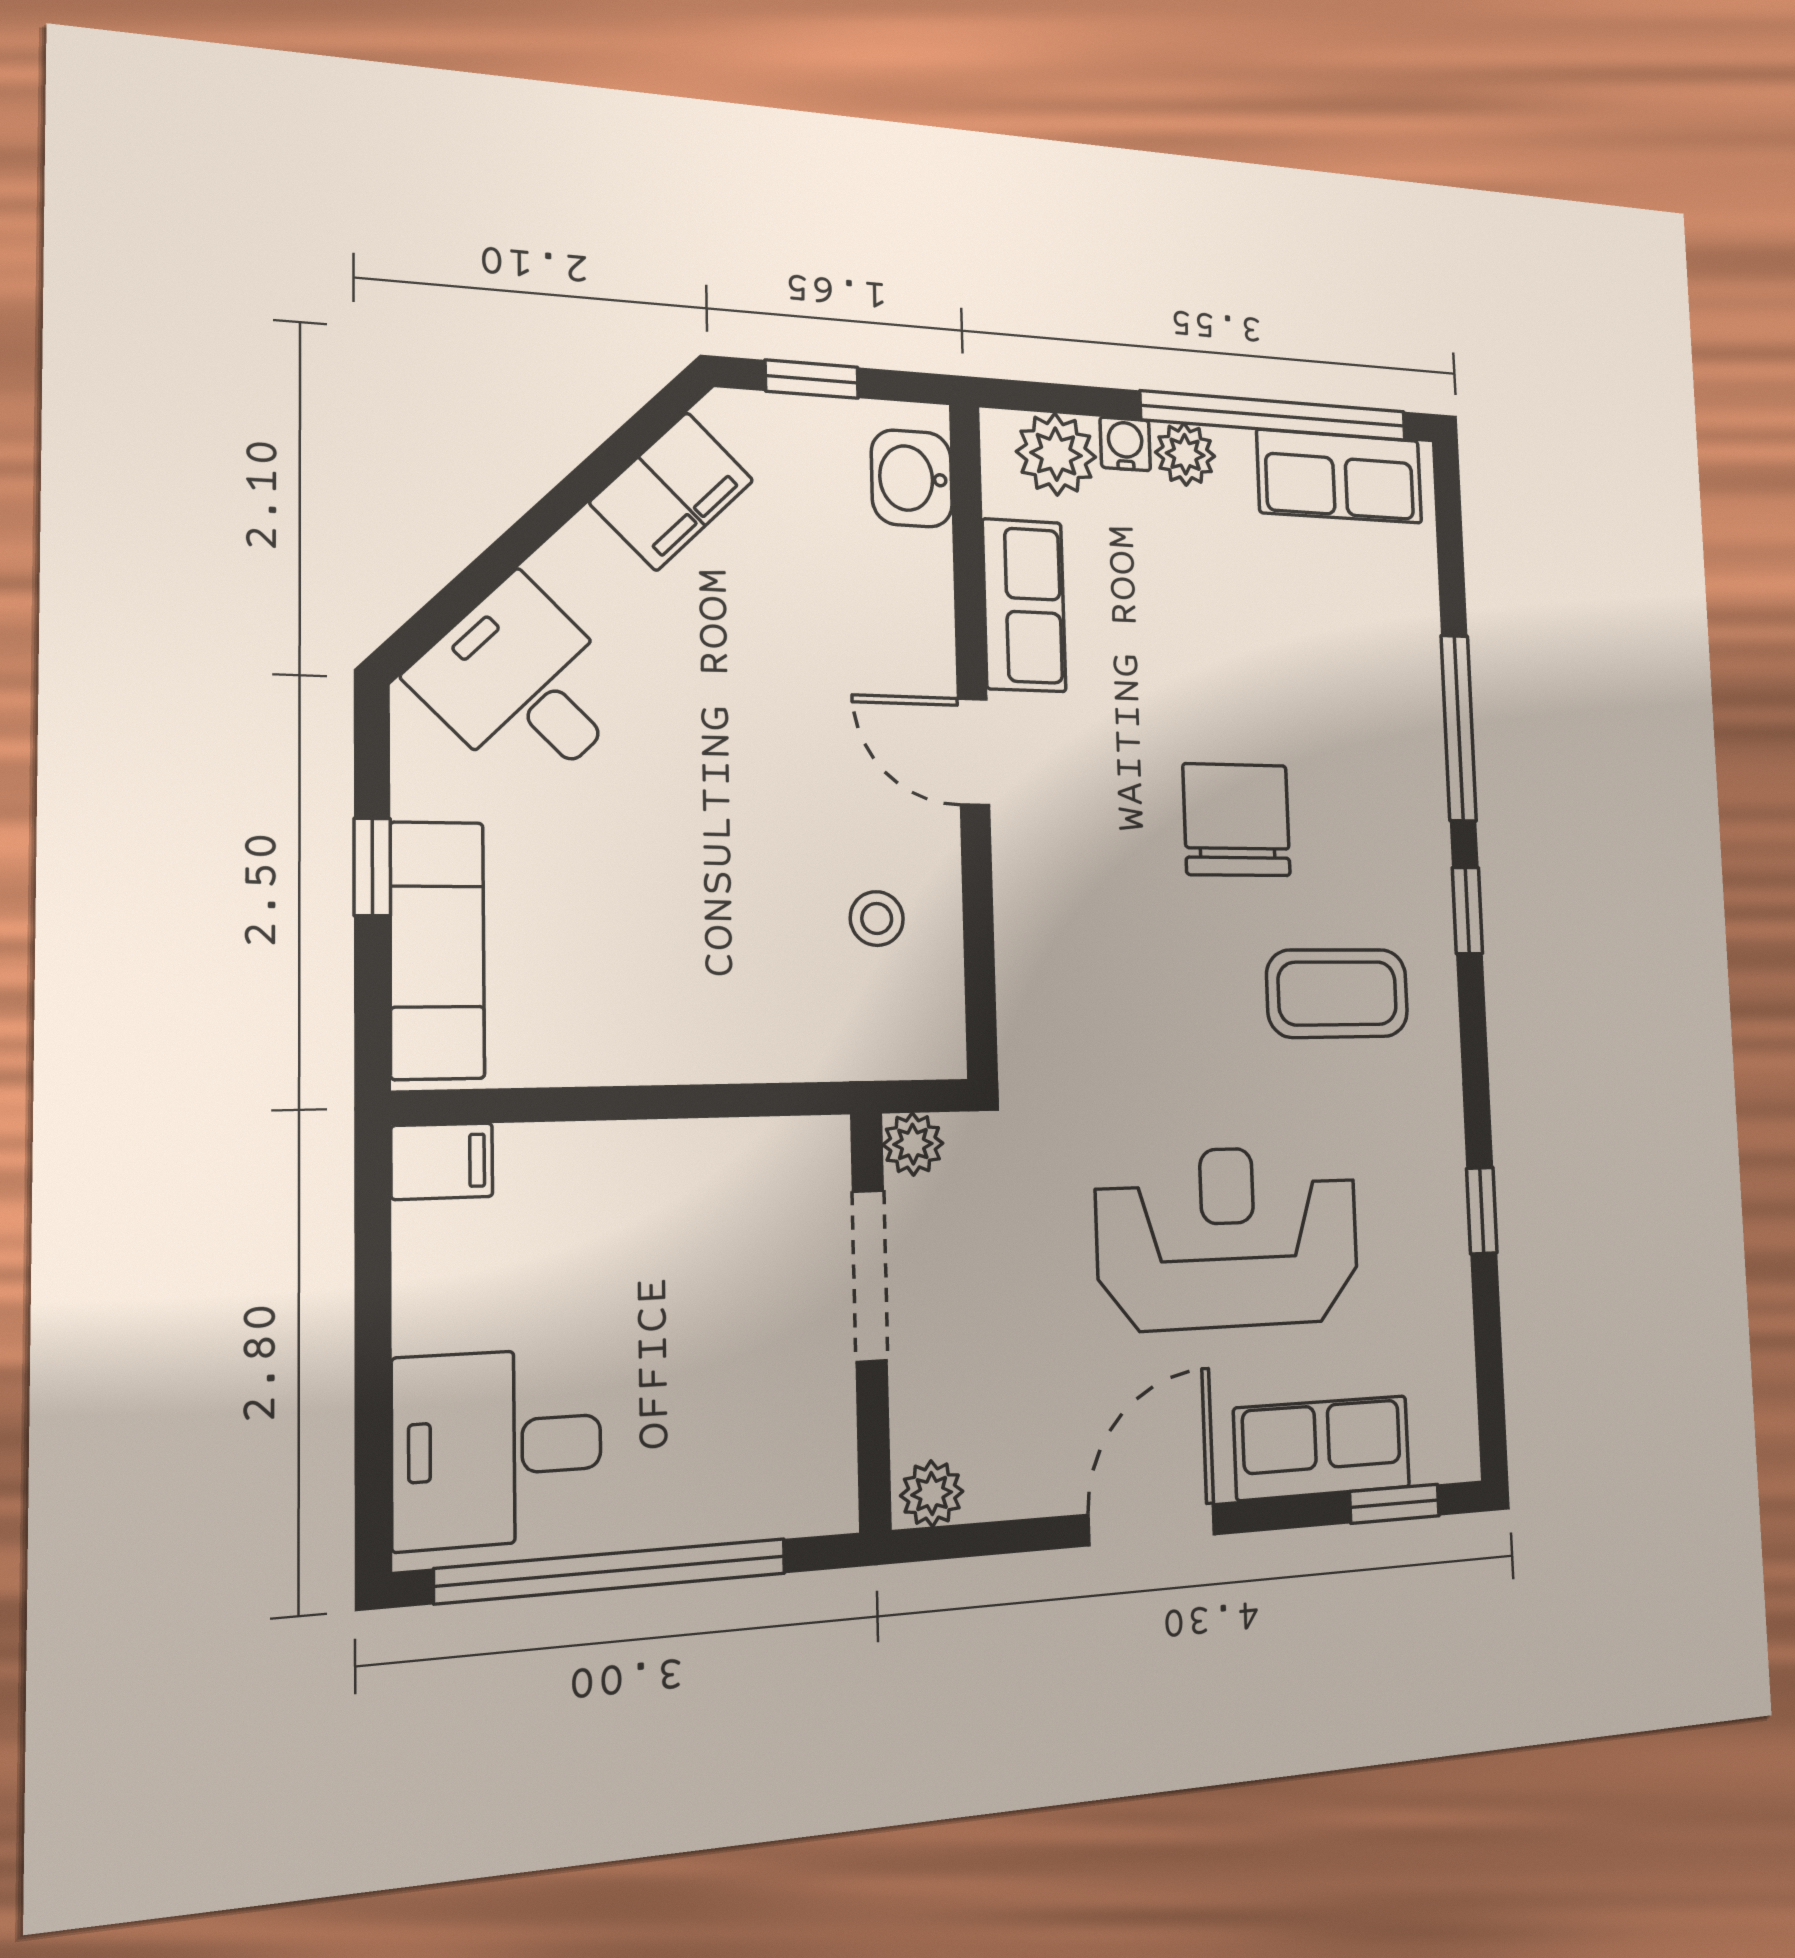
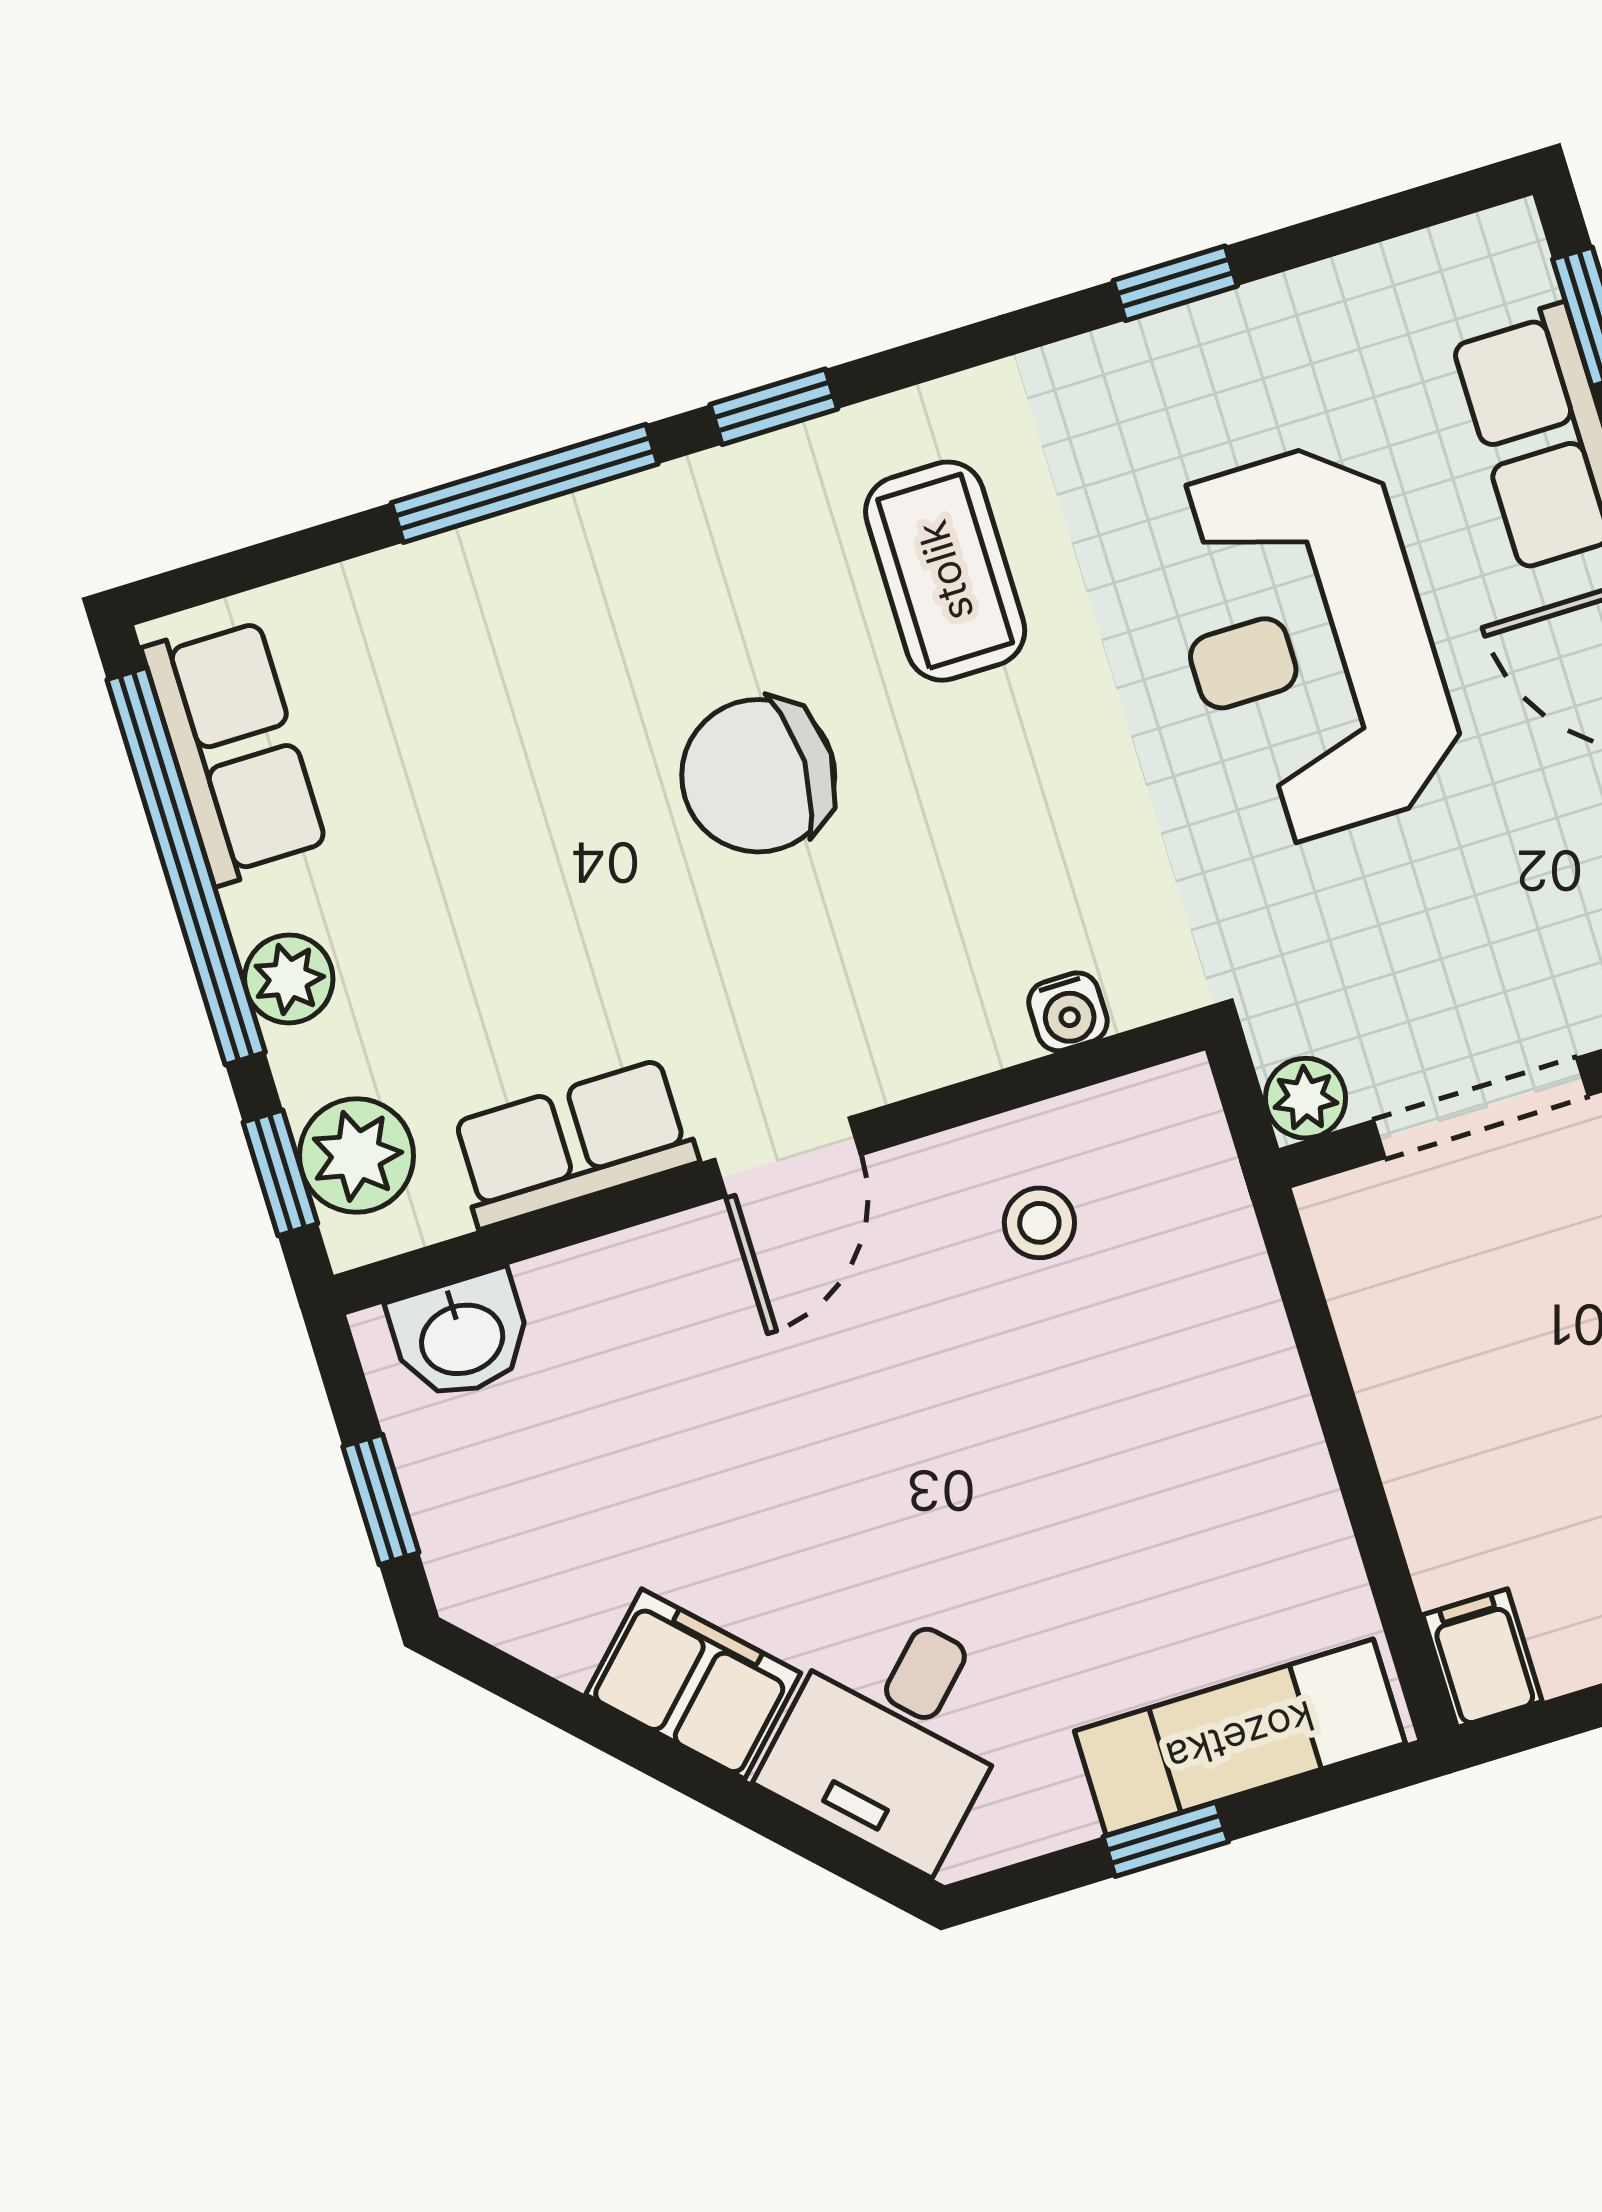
window: (1058, 399) -> (280, 1173), added
water cooler: (1125, 444) -> (1068, 1012), moved, turned -90
filing cabinet: (672, 491) -> (693, 1684), moved

